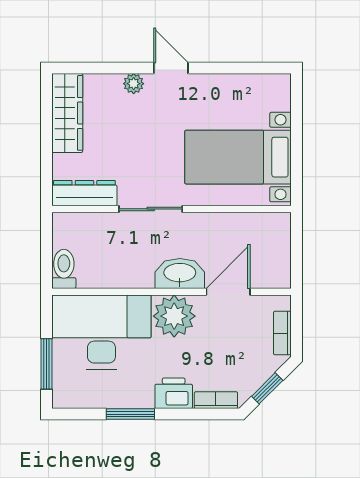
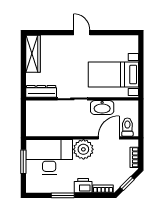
plant: (134, 84) -> (64, 40), removed
toilet: (64, 269) -> (127, 127), moved
washbasin: (180, 273) -> (102, 108), moved, turned 180
window: (47, 364) -> (23, 162), moved

